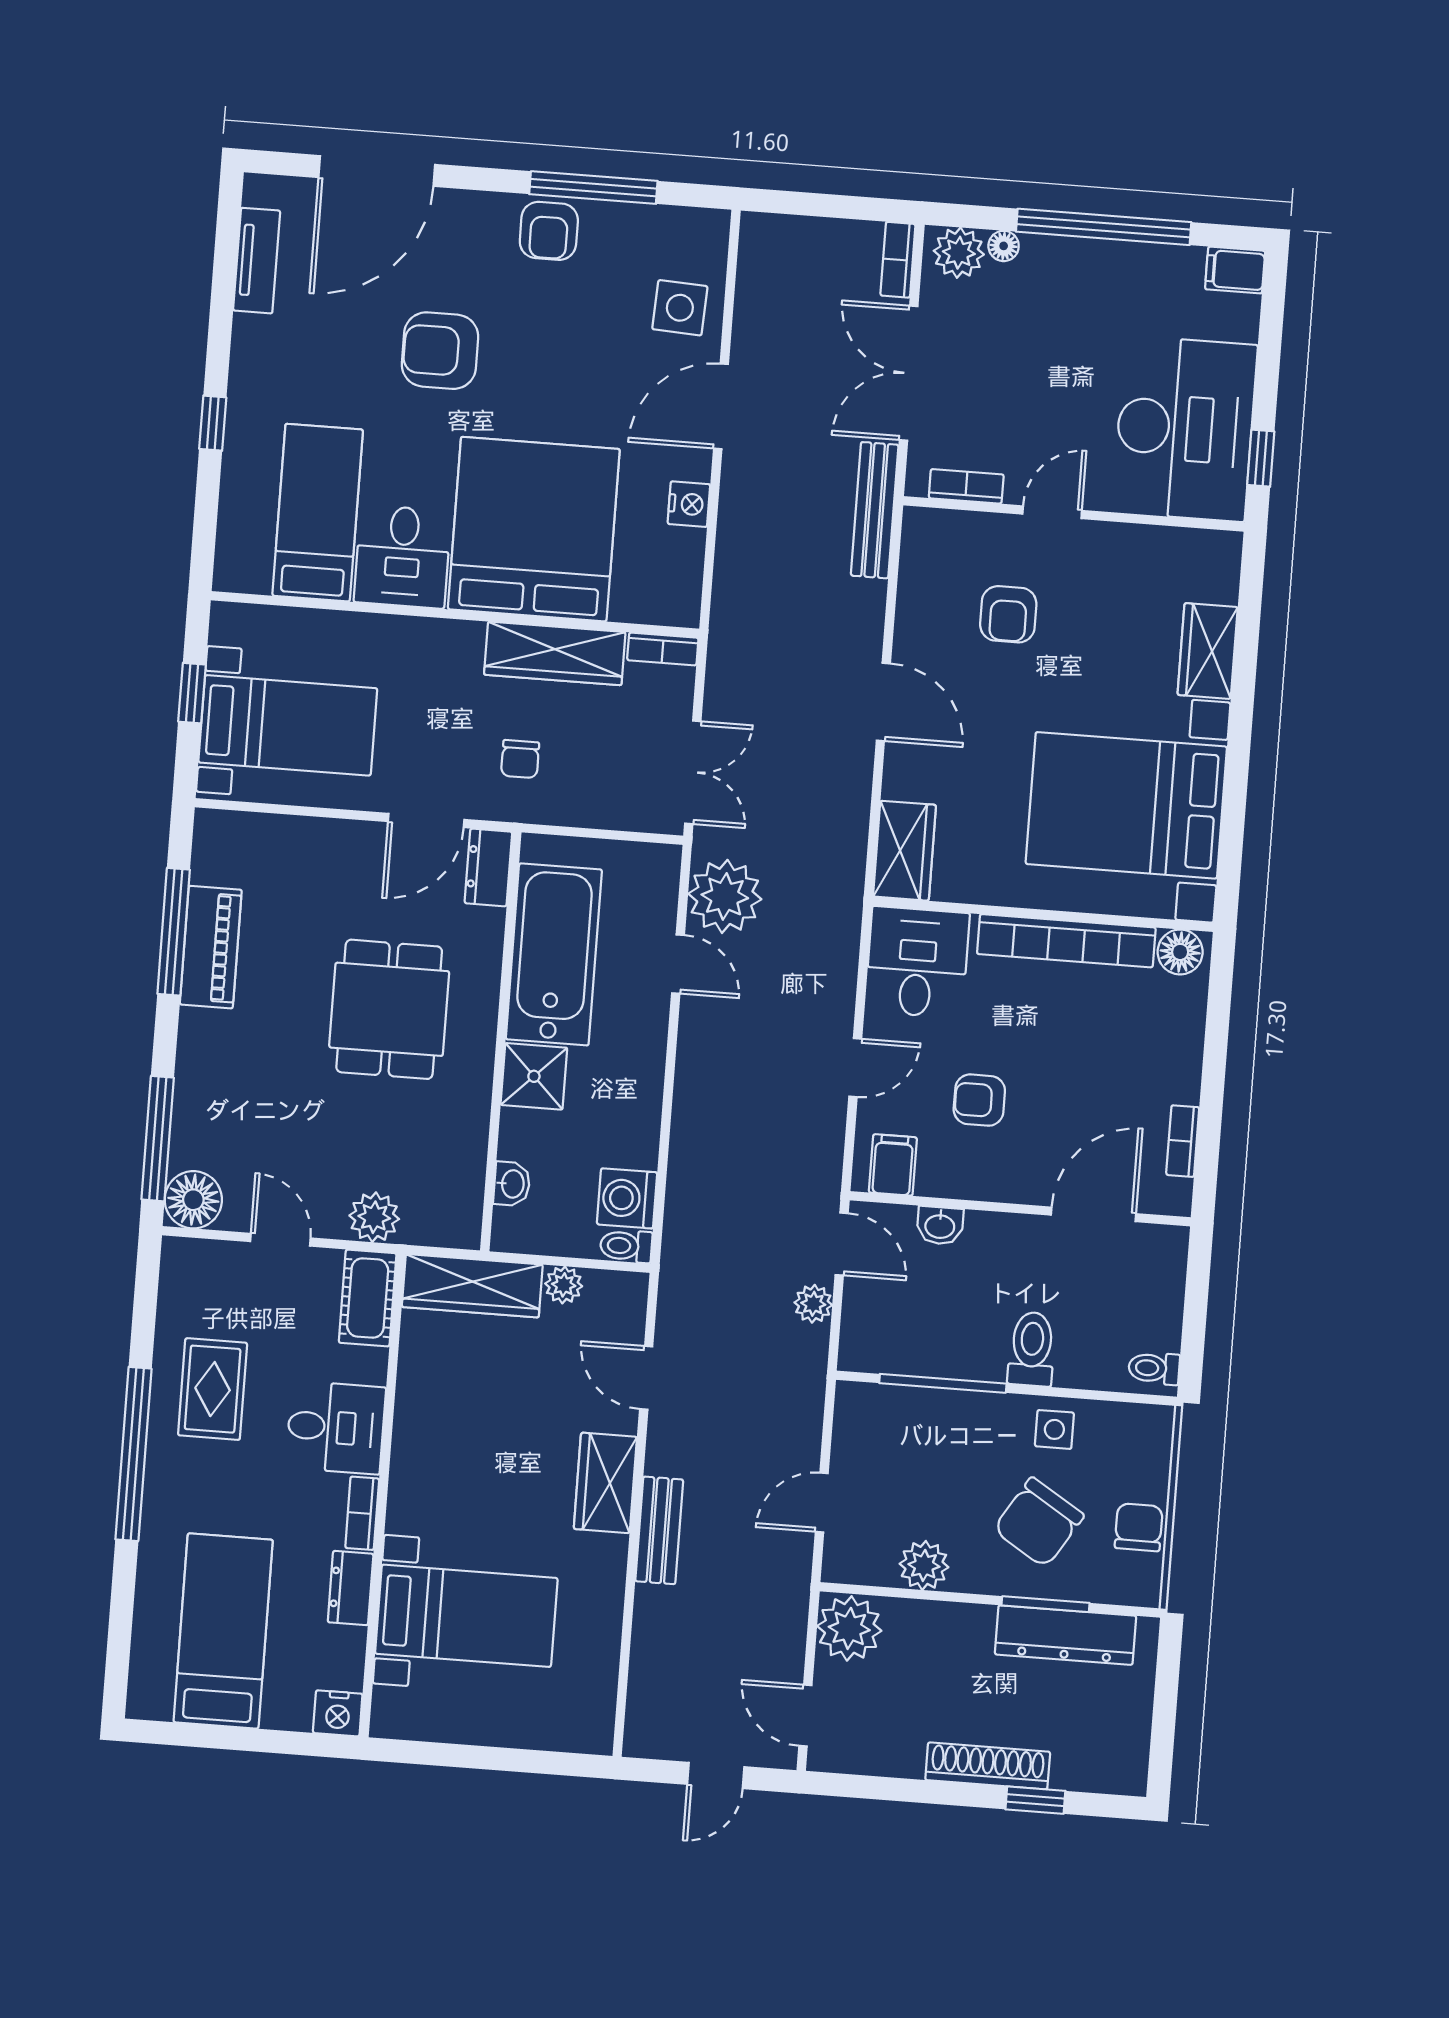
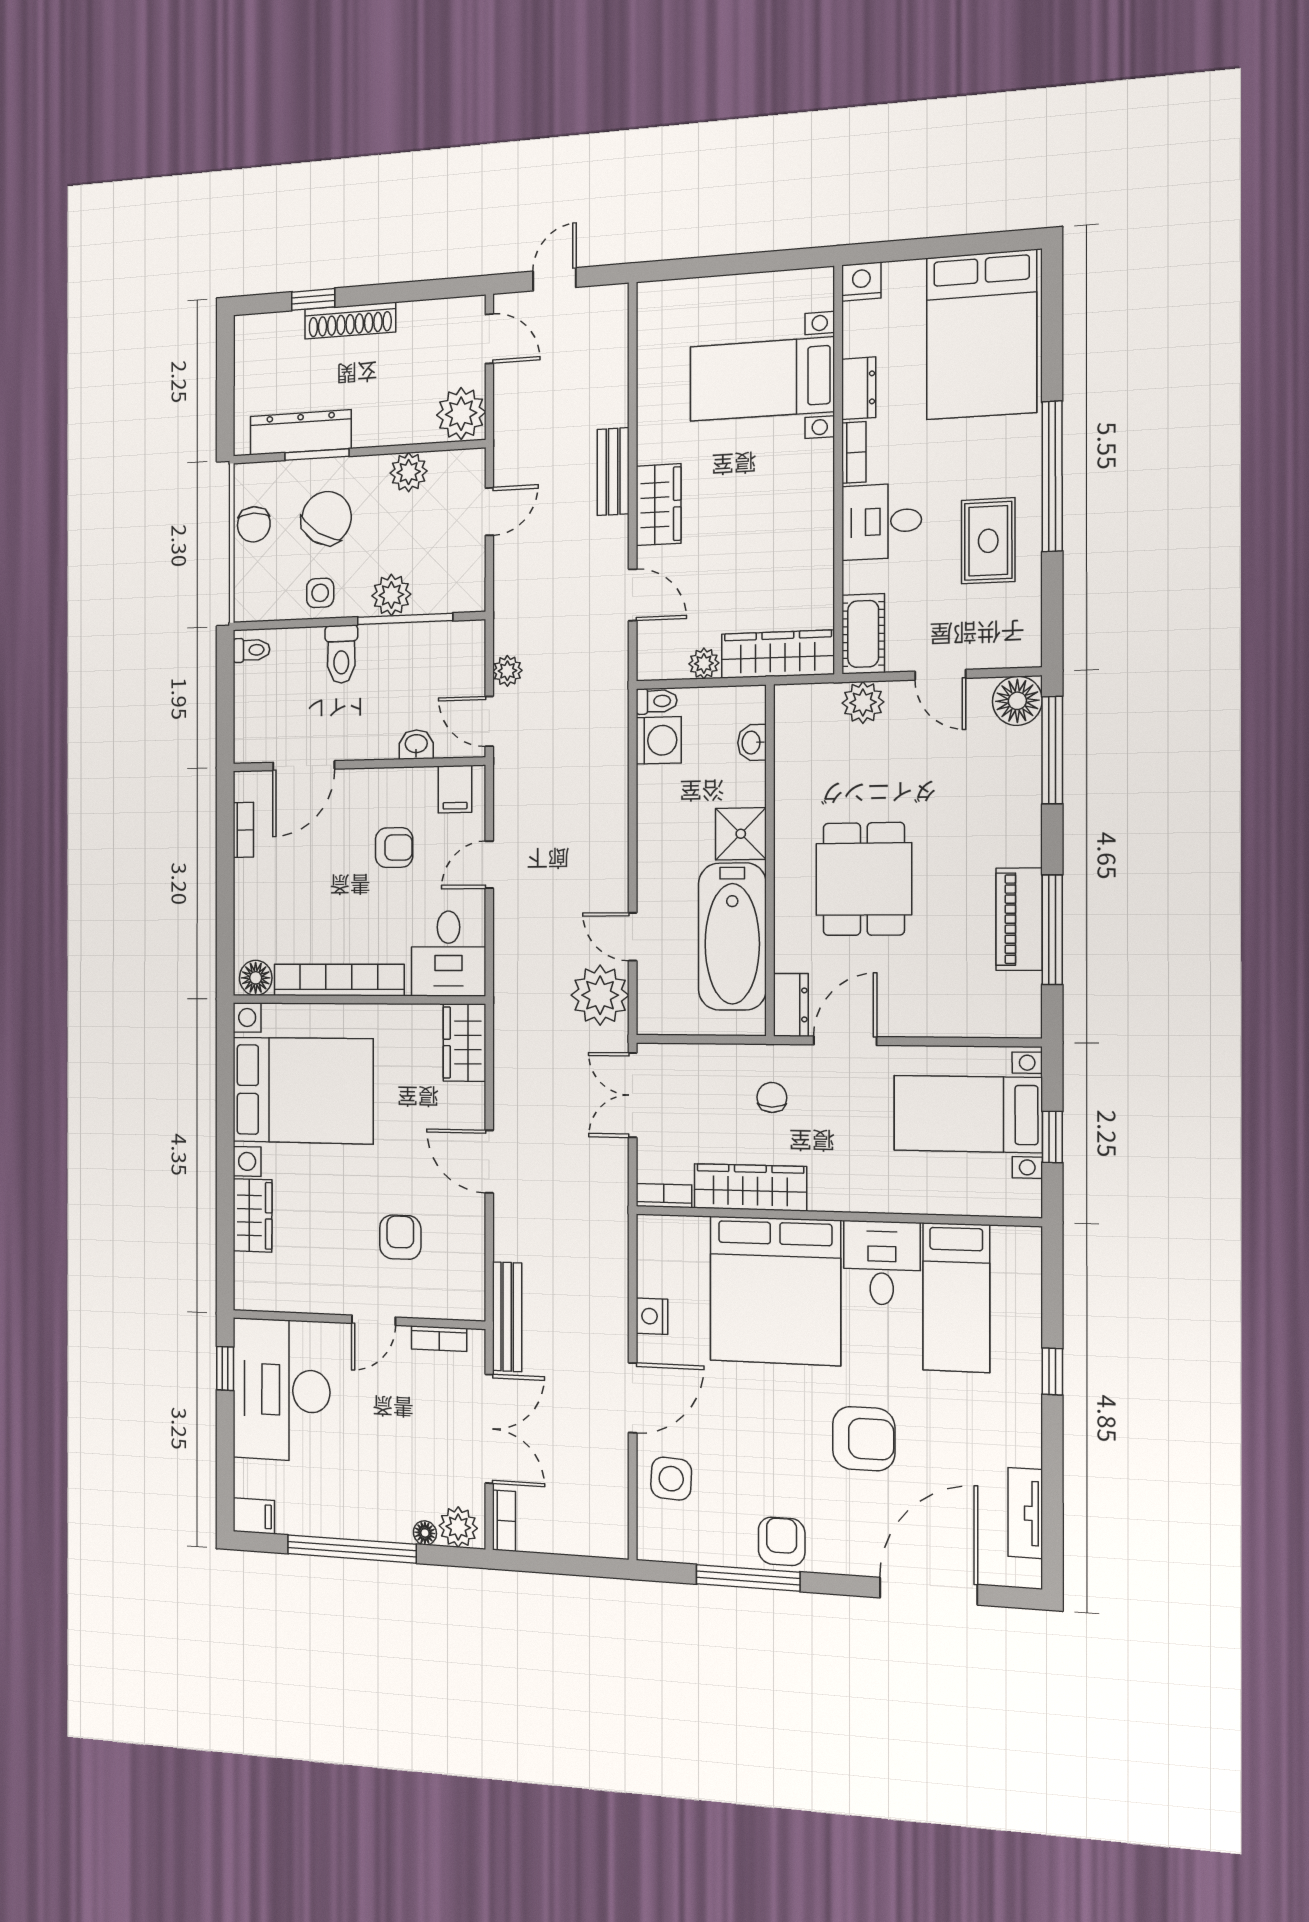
plant: (959, 1415) -> (391, 595), added
bed: (223, 1631) -> (981, 335), width x1.50

